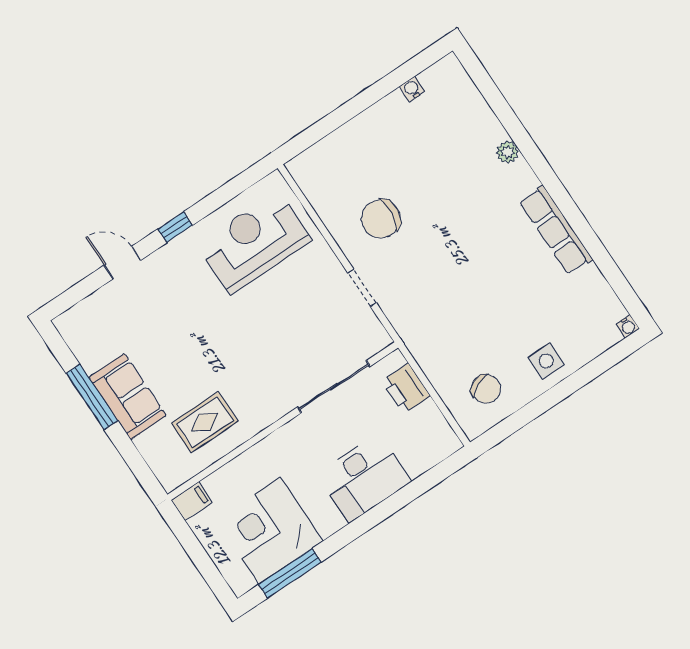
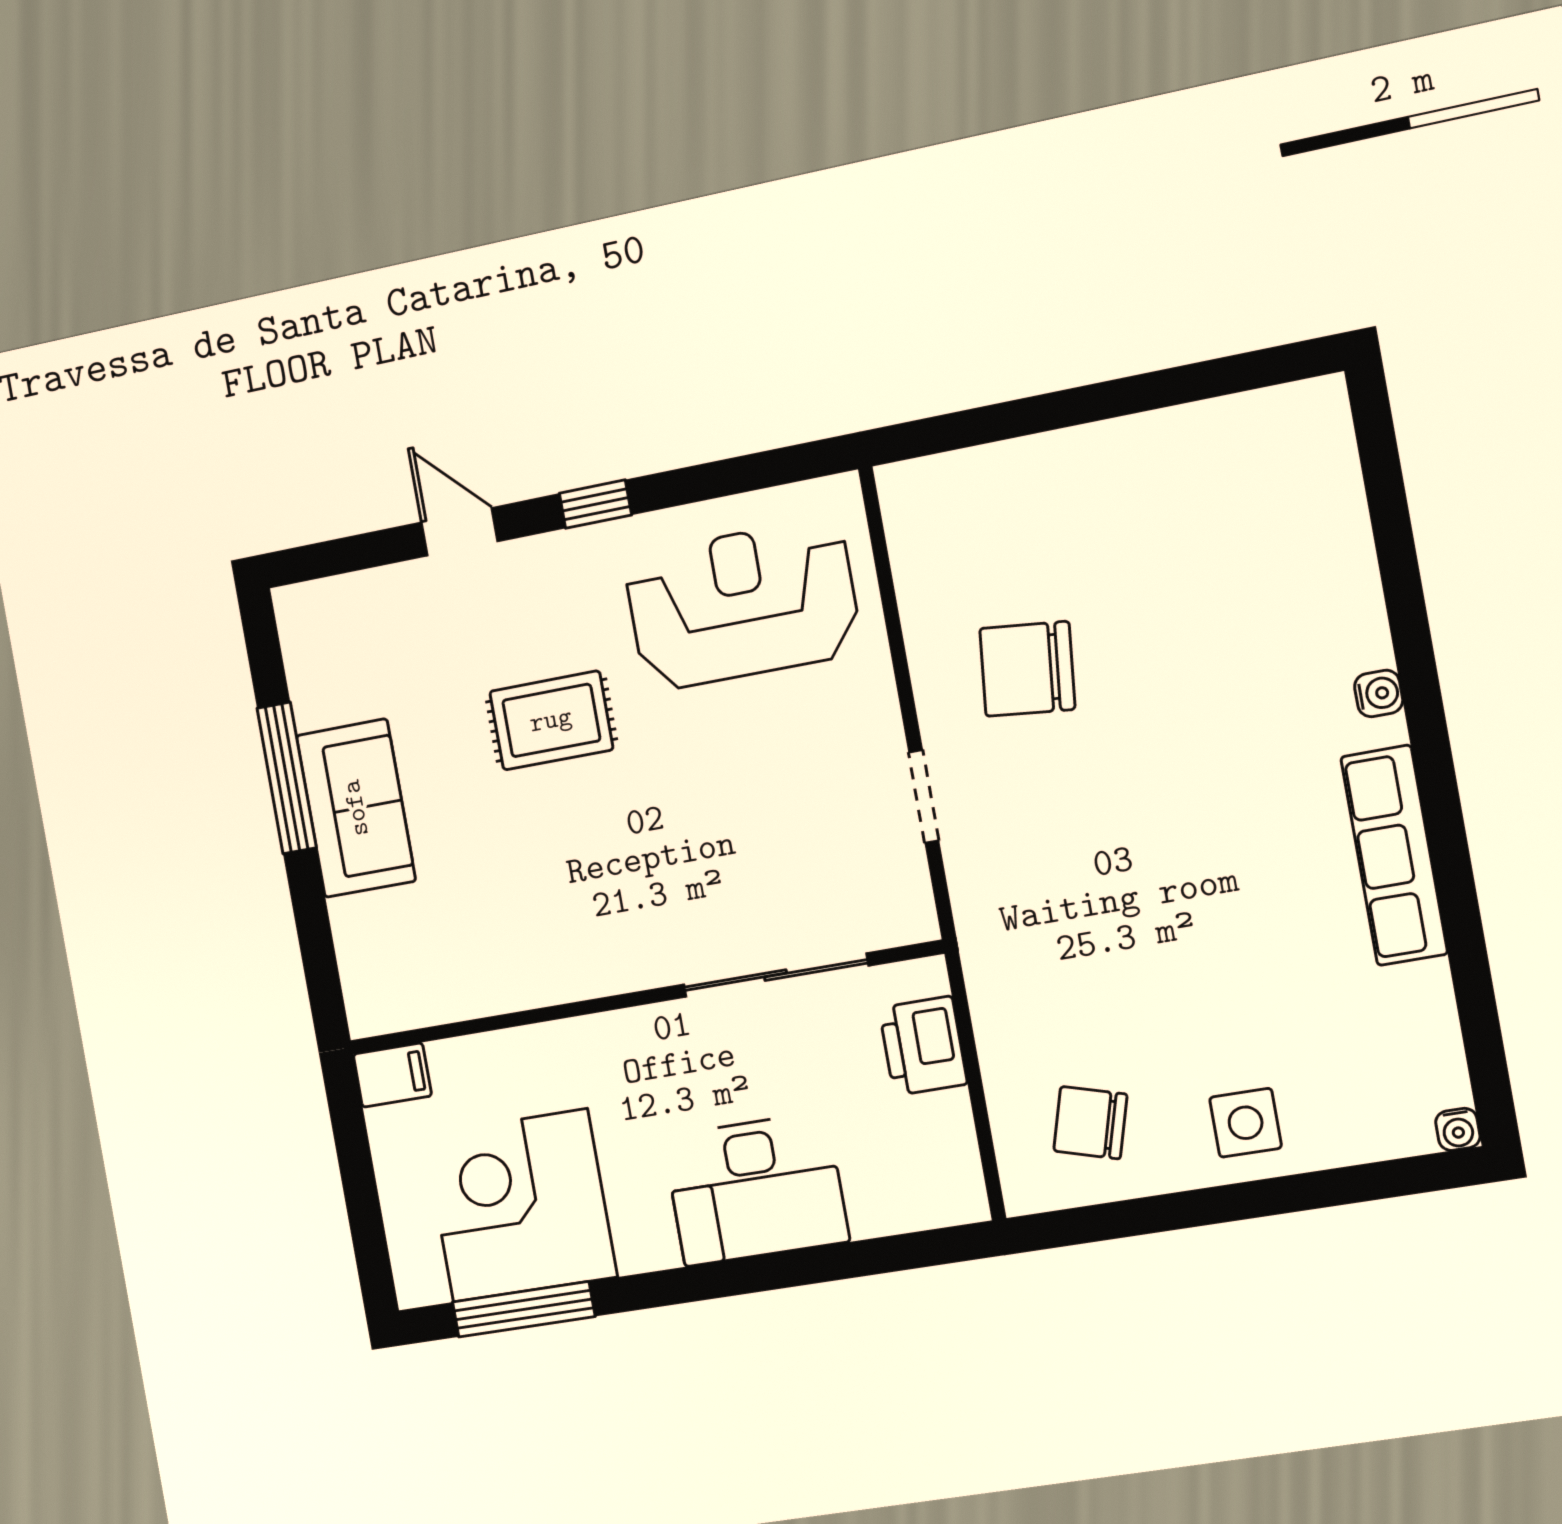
water cooler: (412, 89) -> (1379, 693), moved, turned 90
plant: (508, 152) -> (1365, 642), removed
chair: (486, 389) -> (1090, 1123), turned 131
rug: (205, 422) -> (551, 720), moved

